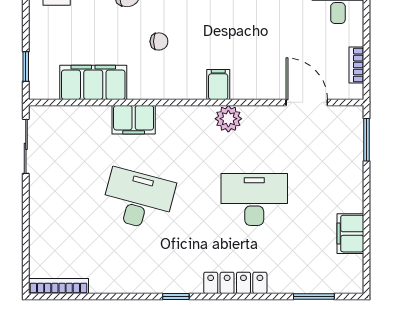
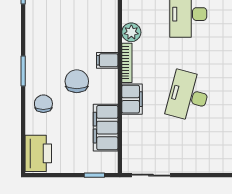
chair: (159, 41) -> (77, 81), width x1.87, depth x1.87
filing cabinet: (218, 85) -> (107, 60), moved
bookcase: (185, 112) -> (127, 63), added

